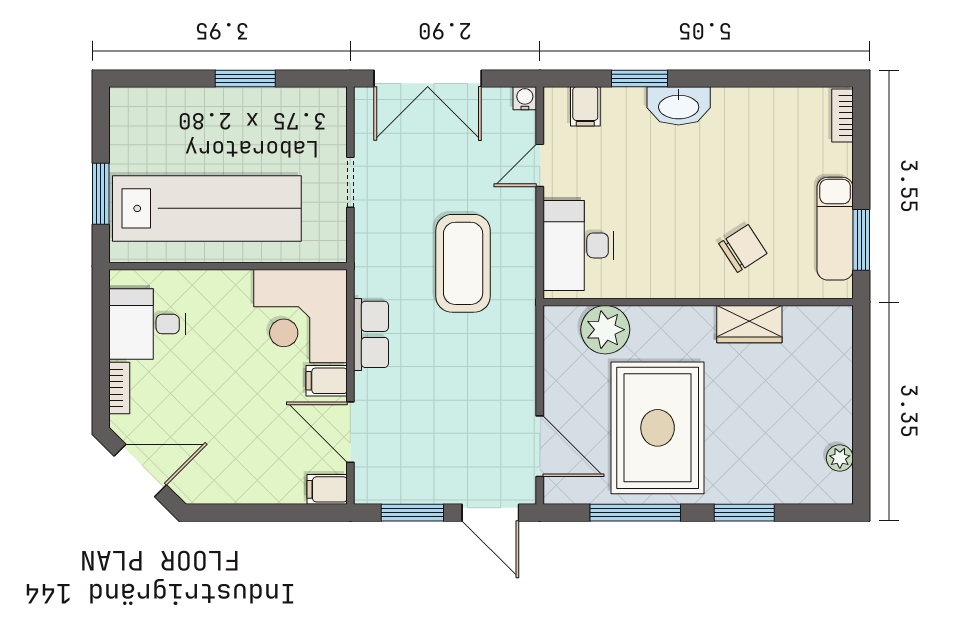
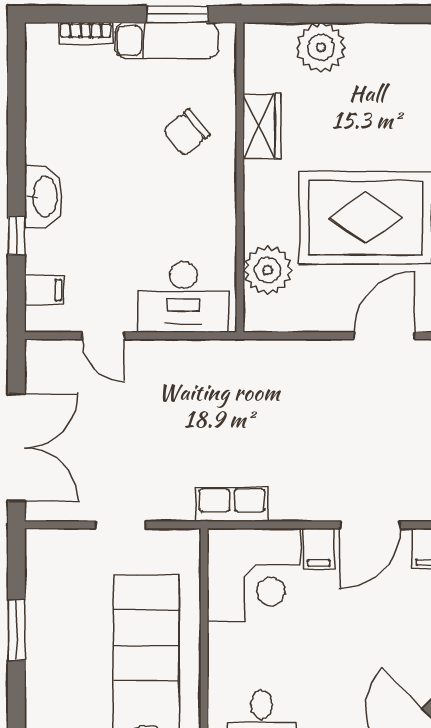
window: (640, 79) -> (16, 236), width x0.67
water cooler: (525, 98) -> (36, 350), removed
bookcase: (842, 115) -> (86, 33), moved
chair: (743, 248) -> (186, 133), turned -97
coffee table: (463, 263) -> (201, 412), removed
row of seats: (371, 334) -> (232, 504), moved
plant: (840, 458) -> (321, 47), moved, width x1.88, depth x1.88

